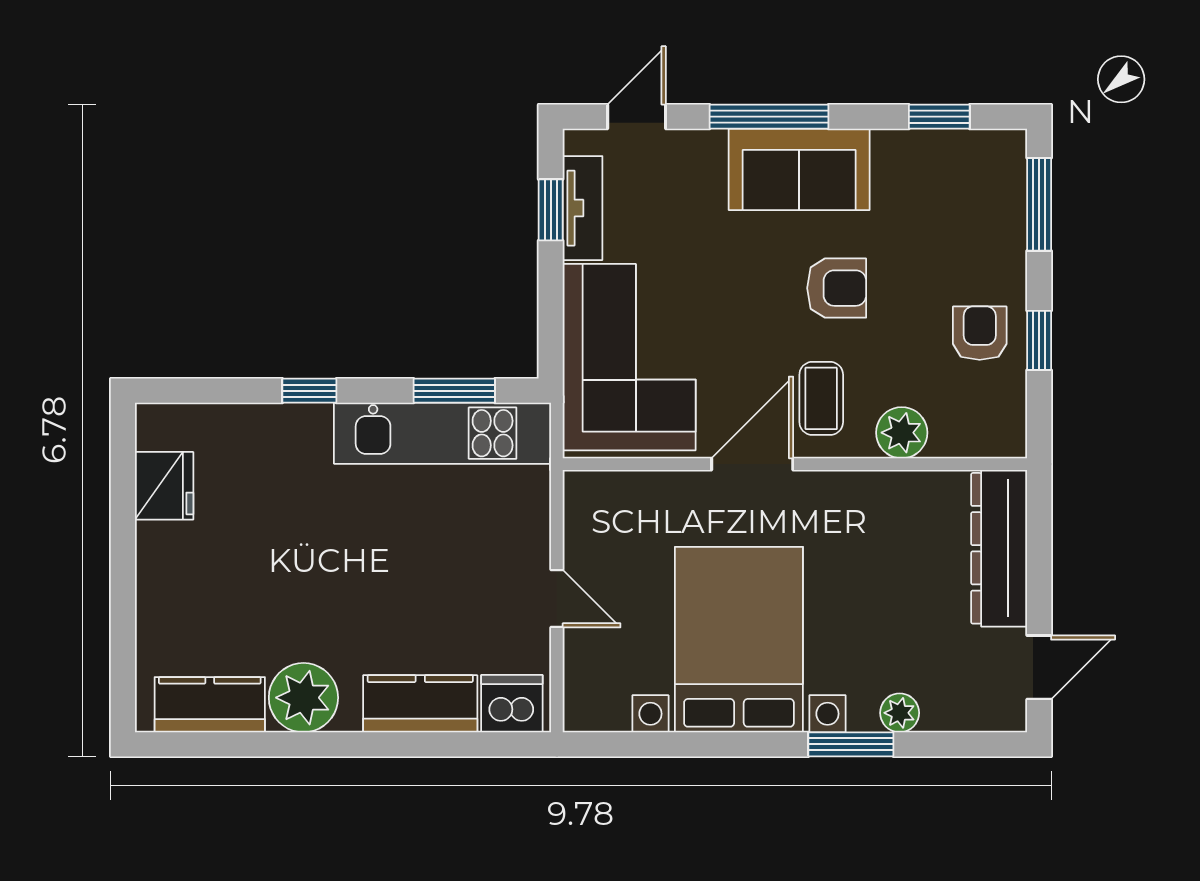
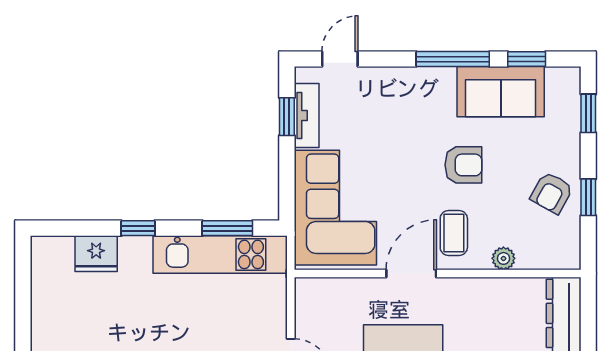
window: (769, 117) -> (453, 59), moved
sofa: (799, 169) -> (501, 92), moved
window: (1039, 204) -> (588, 113), width x0.67
armchair: (980, 333) -> (552, 193), turned -151
plant: (902, 433) -> (503, 258), width x0.73, depth x0.73
fridge: (164, 486) -> (96, 254), moved, turned 90

